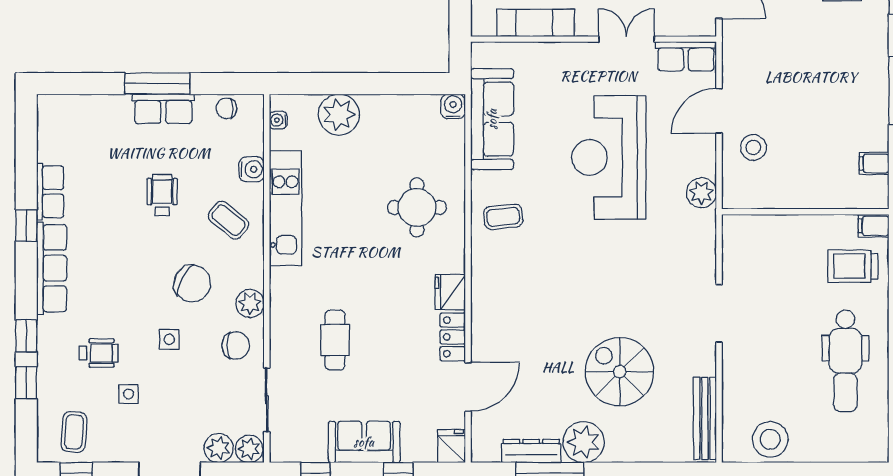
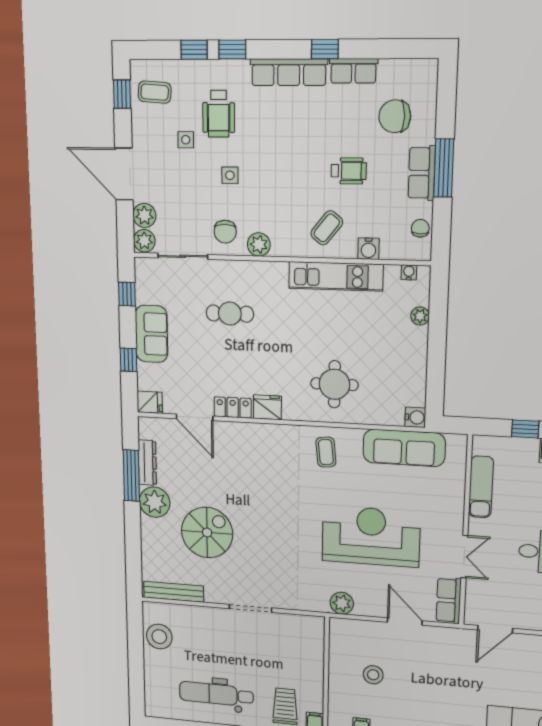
plant: (339, 115) -> (420, 316), width x0.53, depth x0.53
stool: (753, 147) -> (373, 675), moved
chair: (192, 284) -> (395, 116), moved, turned 62
wheelchair: (98, 353) -> (219, 114), width x1.36, depth x1.37

